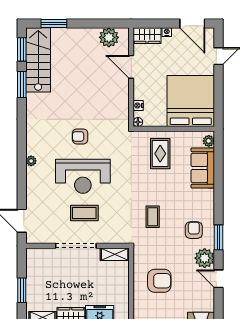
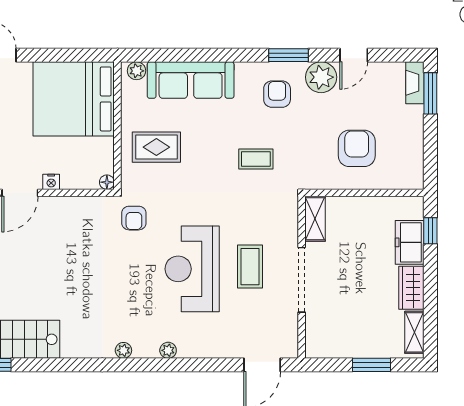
window: (22, 85) -> (48, 365), removed
nightstand: (138, 105) -> (51, 182), moved
plant: (31, 133) -> (123, 350), added
armchair: (80, 136) -> (134, 218), moved
sofa: (203, 168) -> (191, 80), width x1.36
reception desk: (83, 176) -> (192, 269), turned 180
armchair: (194, 230) -> (277, 94), turned 90

